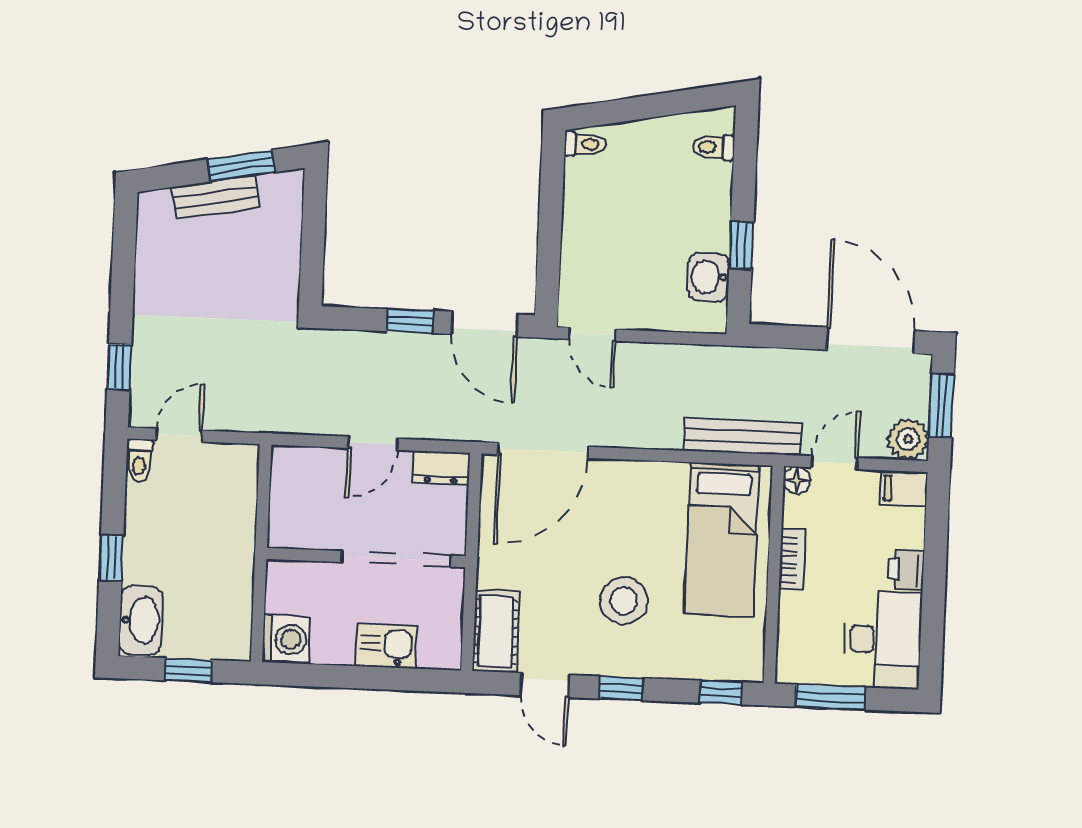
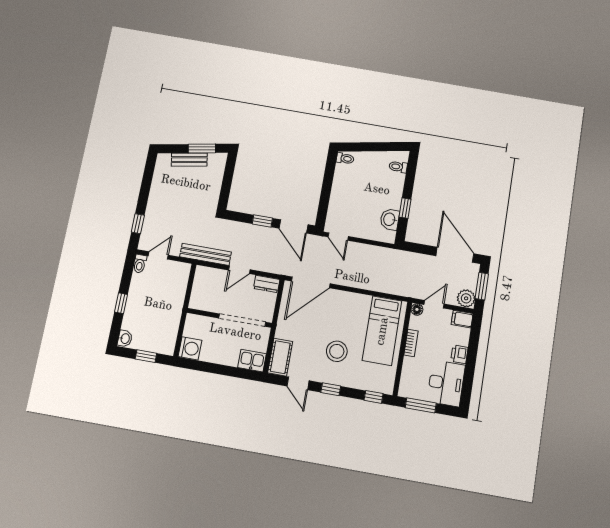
bench: (743, 437) -> (206, 254), moved
washbasin: (141, 620) -> (125, 338), width x0.52, depth x0.69
kitchen sink: (386, 646) -> (252, 361), moved

